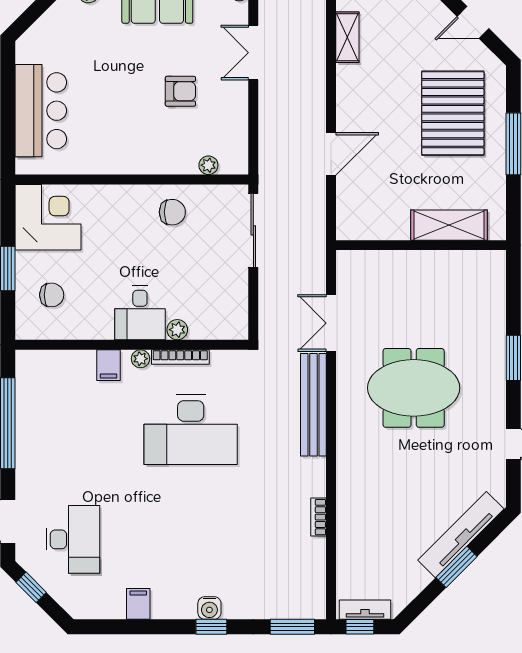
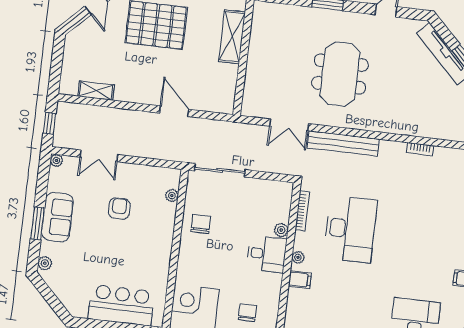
bookcase: (180, 357) -> (302, 211), moved

